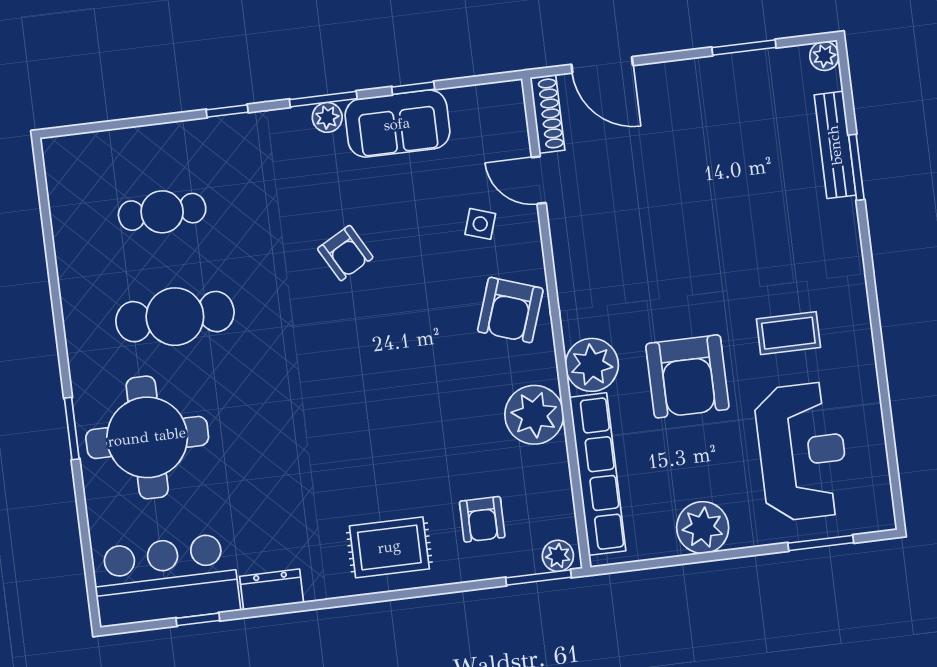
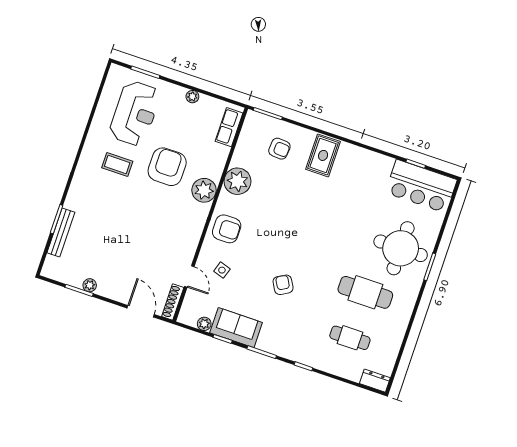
plant: (824, 56) -> (90, 285), moved
plant: (327, 117) -> (204, 324), moved
armchair: (510, 310) -> (227, 229), turned 71
reception desk: (802, 452) -> (135, 113), turned 180
row of seats: (598, 474) -> (229, 127), width x0.50
armchair: (482, 519) -> (279, 149), turned 94
plant: (703, 528) -> (192, 97), width x0.53, depth x0.53
rug: (389, 547) -> (323, 155), turned 90
plant: (558, 556) -> (256, 119), removed
dresser: (272, 590) -> (375, 381), moved, turned 180

